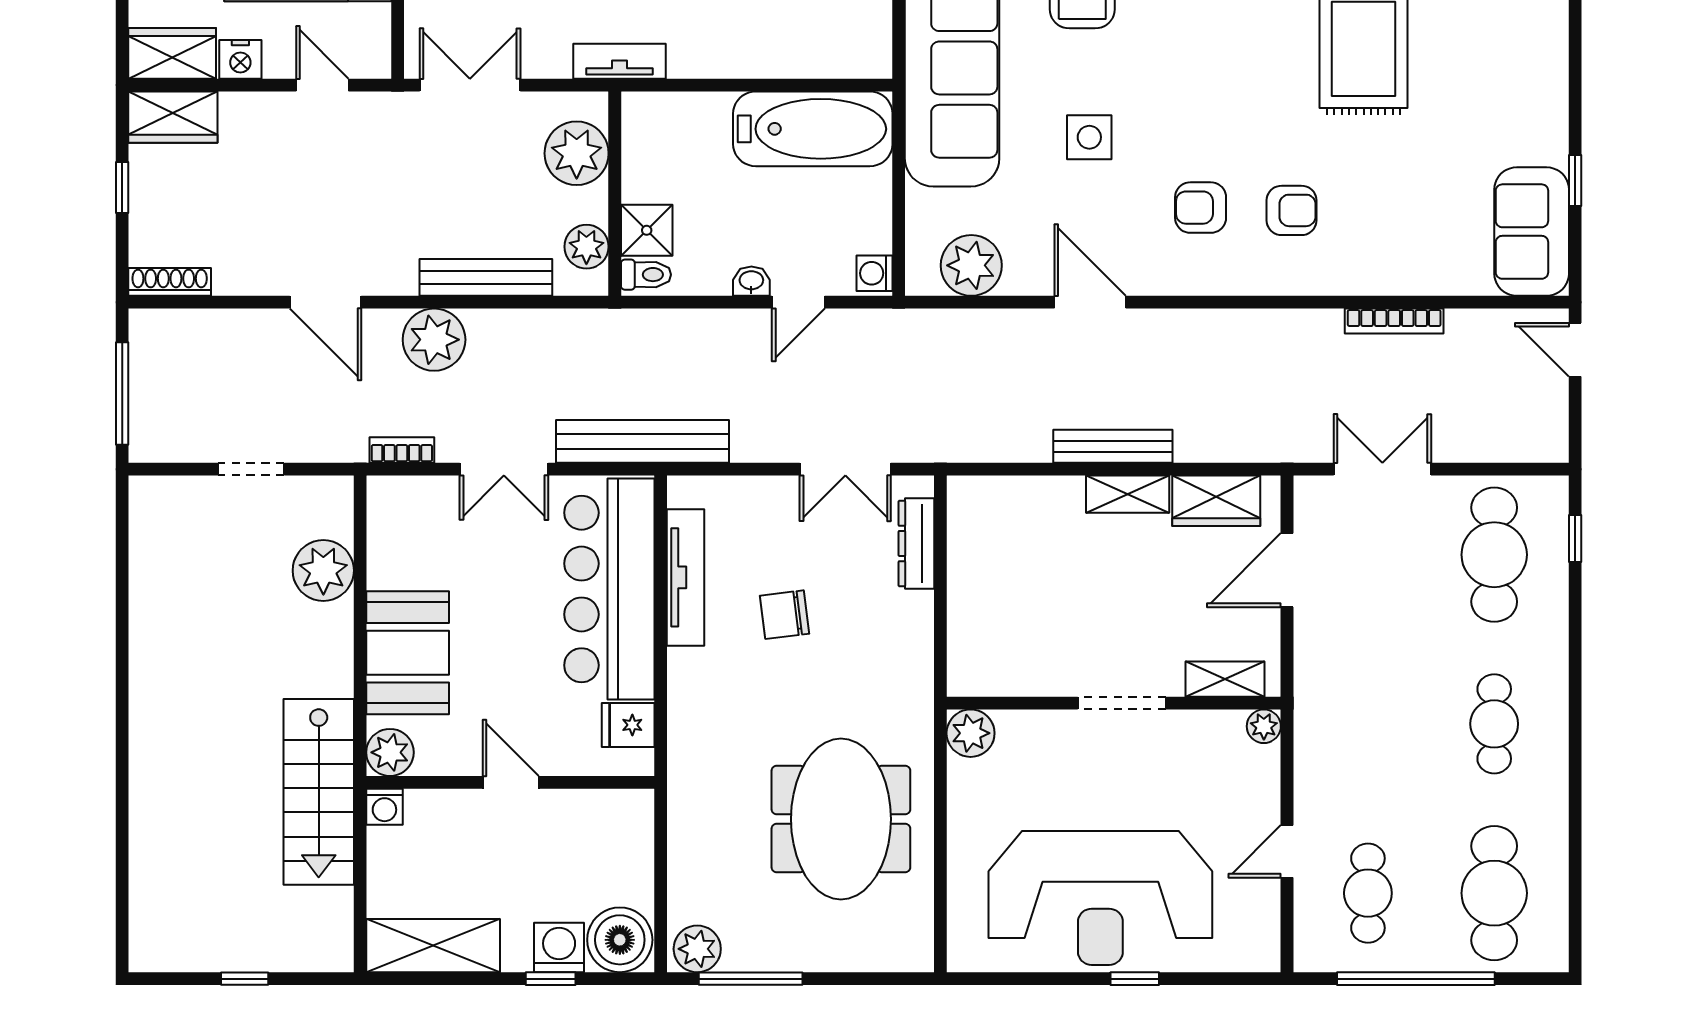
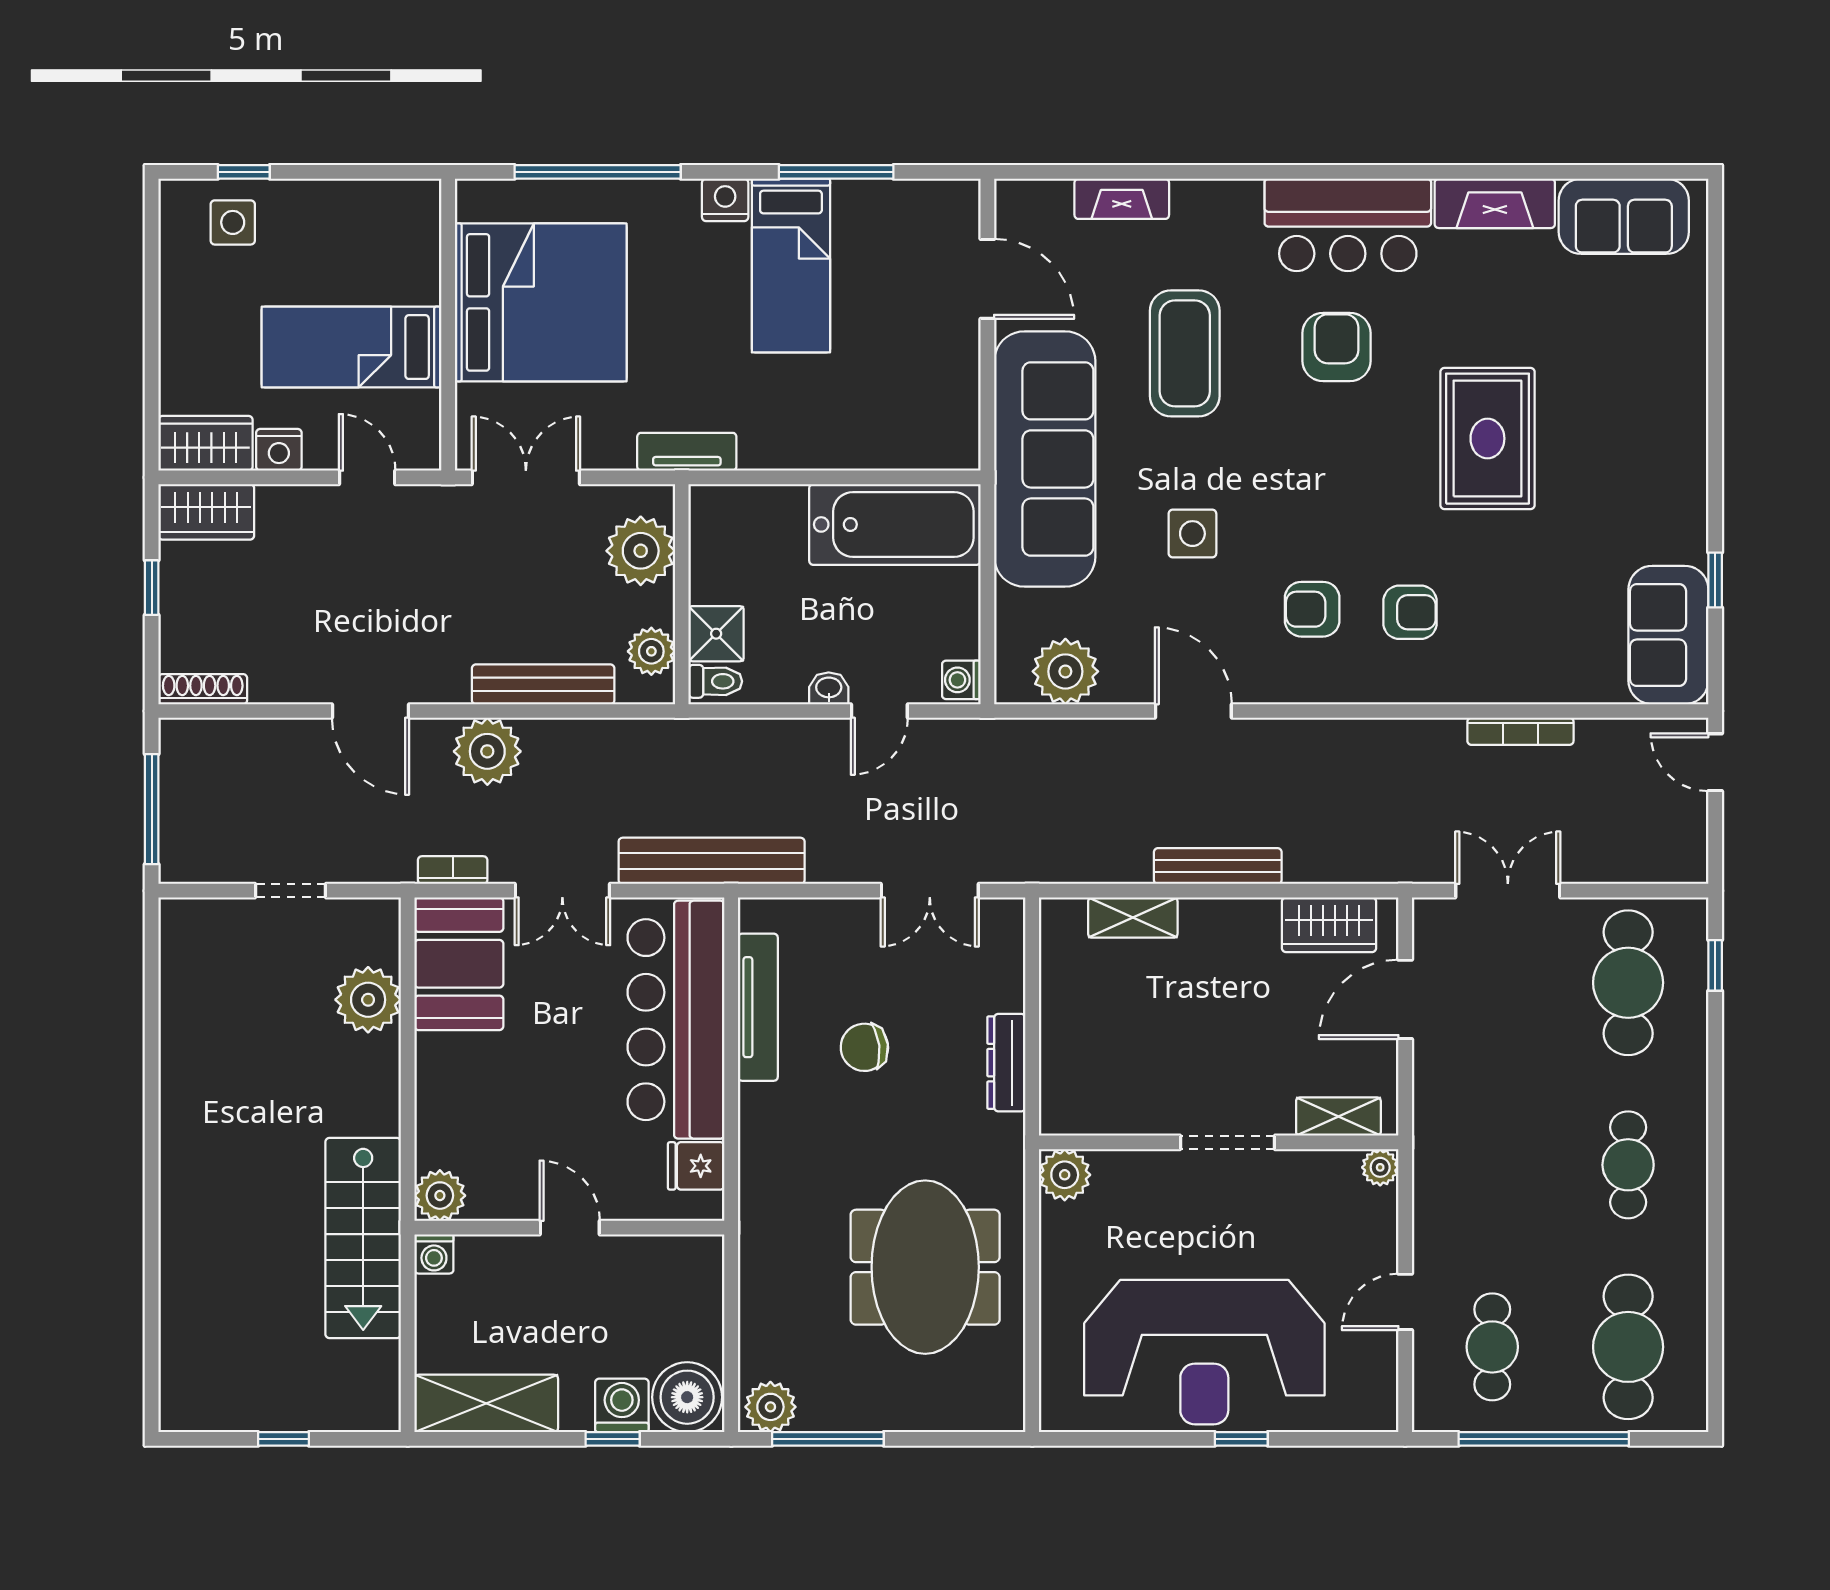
shelving: (1128, 494) -> (1133, 918), moved
dresser: (916, 543) -> (1006, 1063), moved
booth: (408, 653) -> (459, 964), moved

